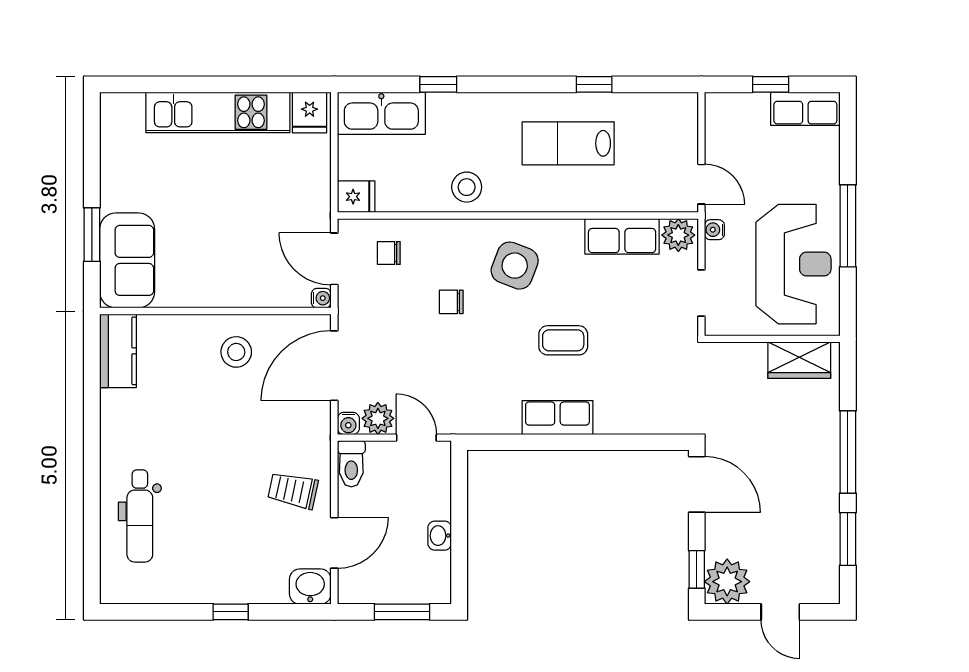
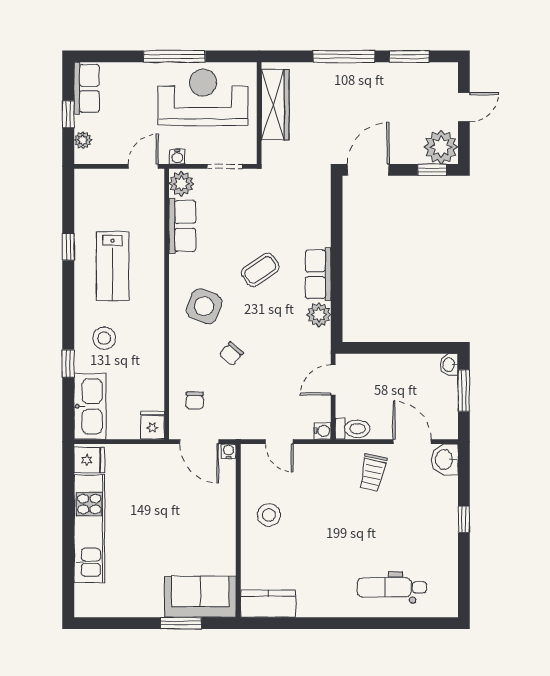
plant: (736, 104) -> (83, 140), added
stool: (467, 187) -> (104, 338), moved
door: (334, 259) -> (199, 442), hinge flipped
chair: (451, 302) -> (231, 354), turned 40
coffee table: (563, 340) -> (260, 270), turned 56
wardrobe: (799, 360) -> (275, 105), width x1.50
door: (334, 366) -> (279, 442), width x0.53
plant: (378, 418) -> (319, 315), moved
dental chair: (140, 516) -> (392, 587), turned 180
washbasin: (440, 536) -> (449, 365), moved, turned 90

